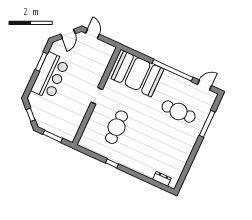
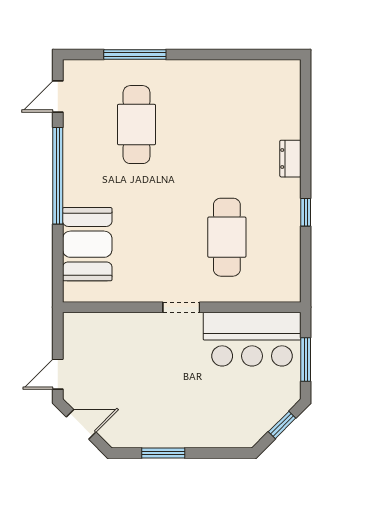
booth: (138, 74) -> (87, 244), width x0.73, depth x0.70
bar counter: (50, 76) -> (252, 339), moved, turned 180
door: (204, 85) -> (58, 96), hinge flipped
cafe table: (117, 127) -> (227, 237), turned 90
dresser: (162, 179) -> (290, 159), moved

